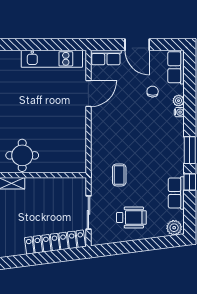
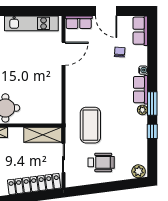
plant: (179, 101) -> (142, 110), moved
coffee table: (119, 175) -> (90, 125), width x1.86, depth x1.72
shelving: (65, 186) -> (43, 135), added
row of seats: (176, 193) -> (140, 90), moved

